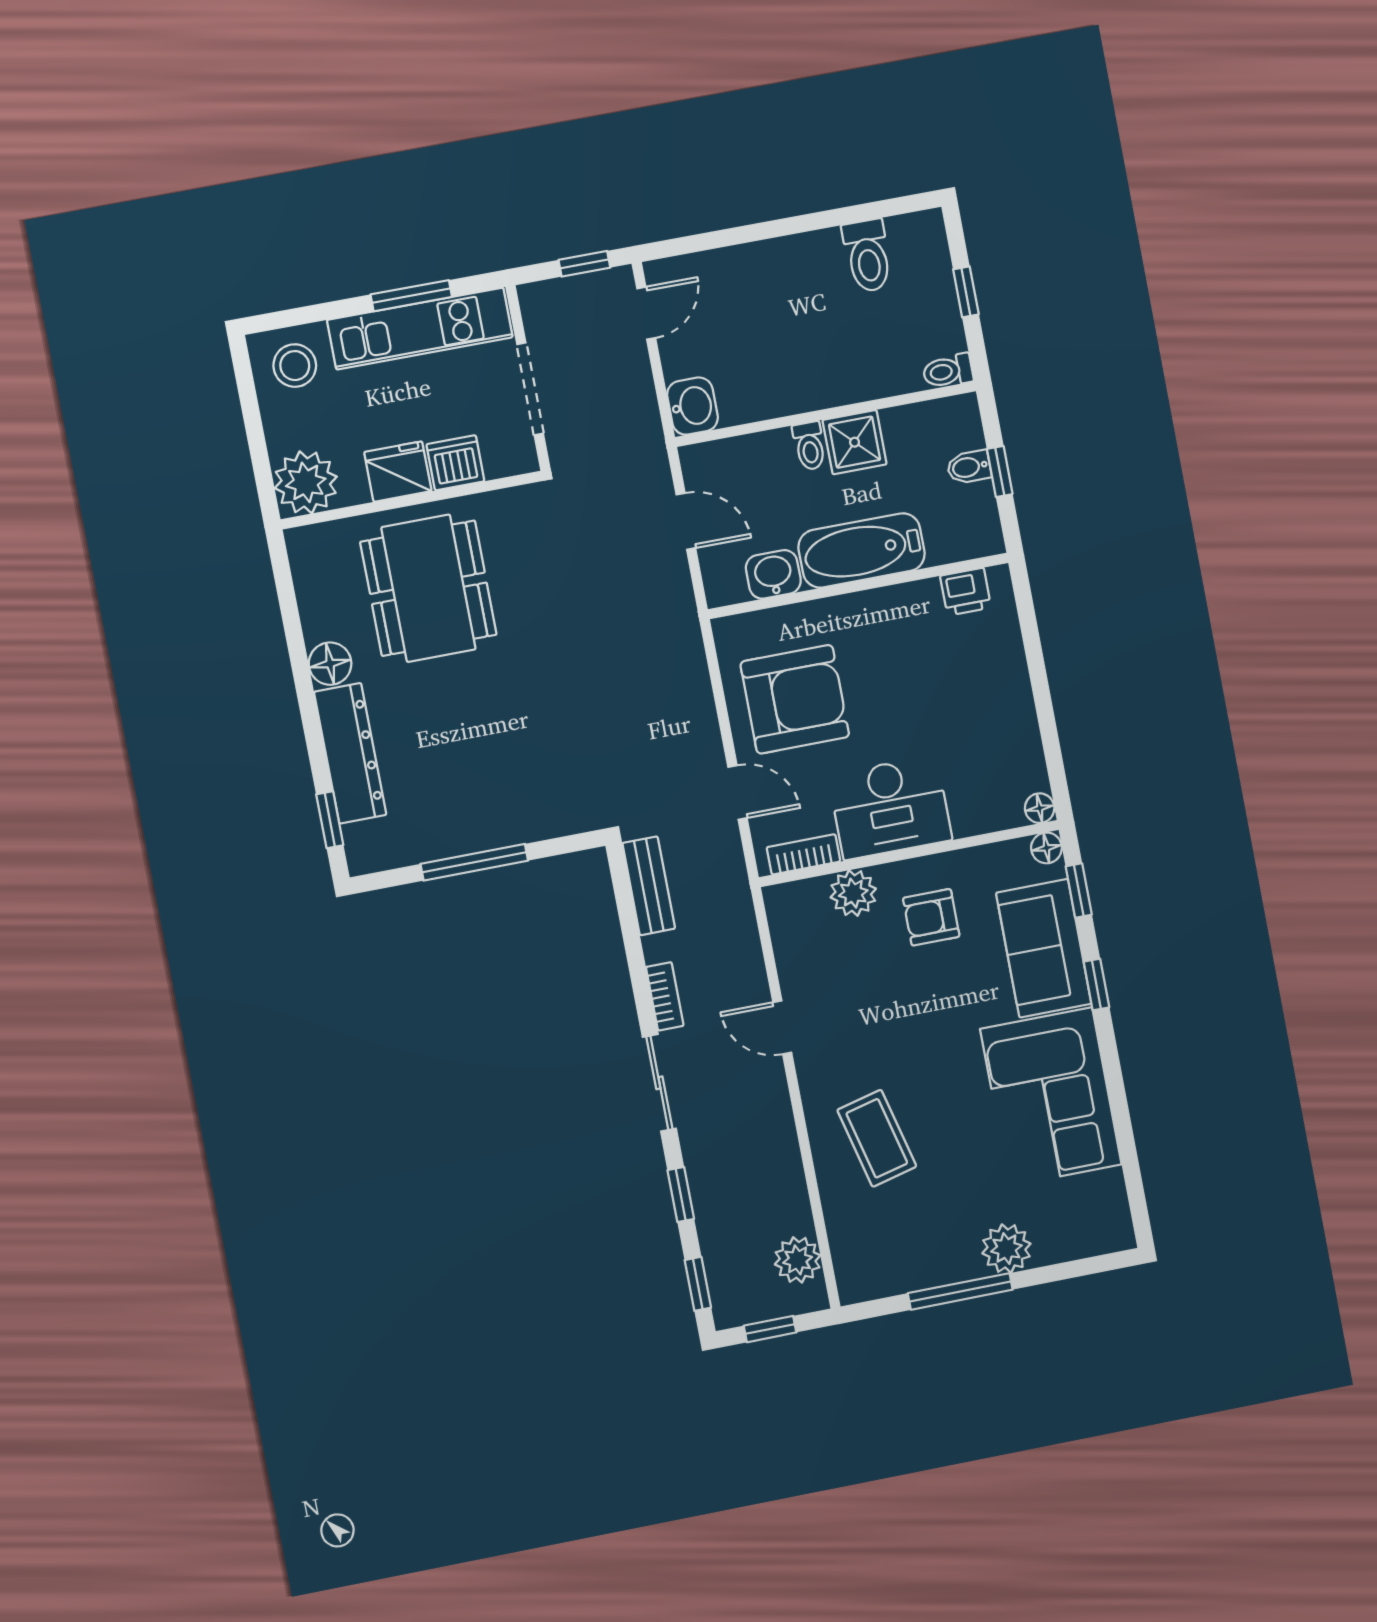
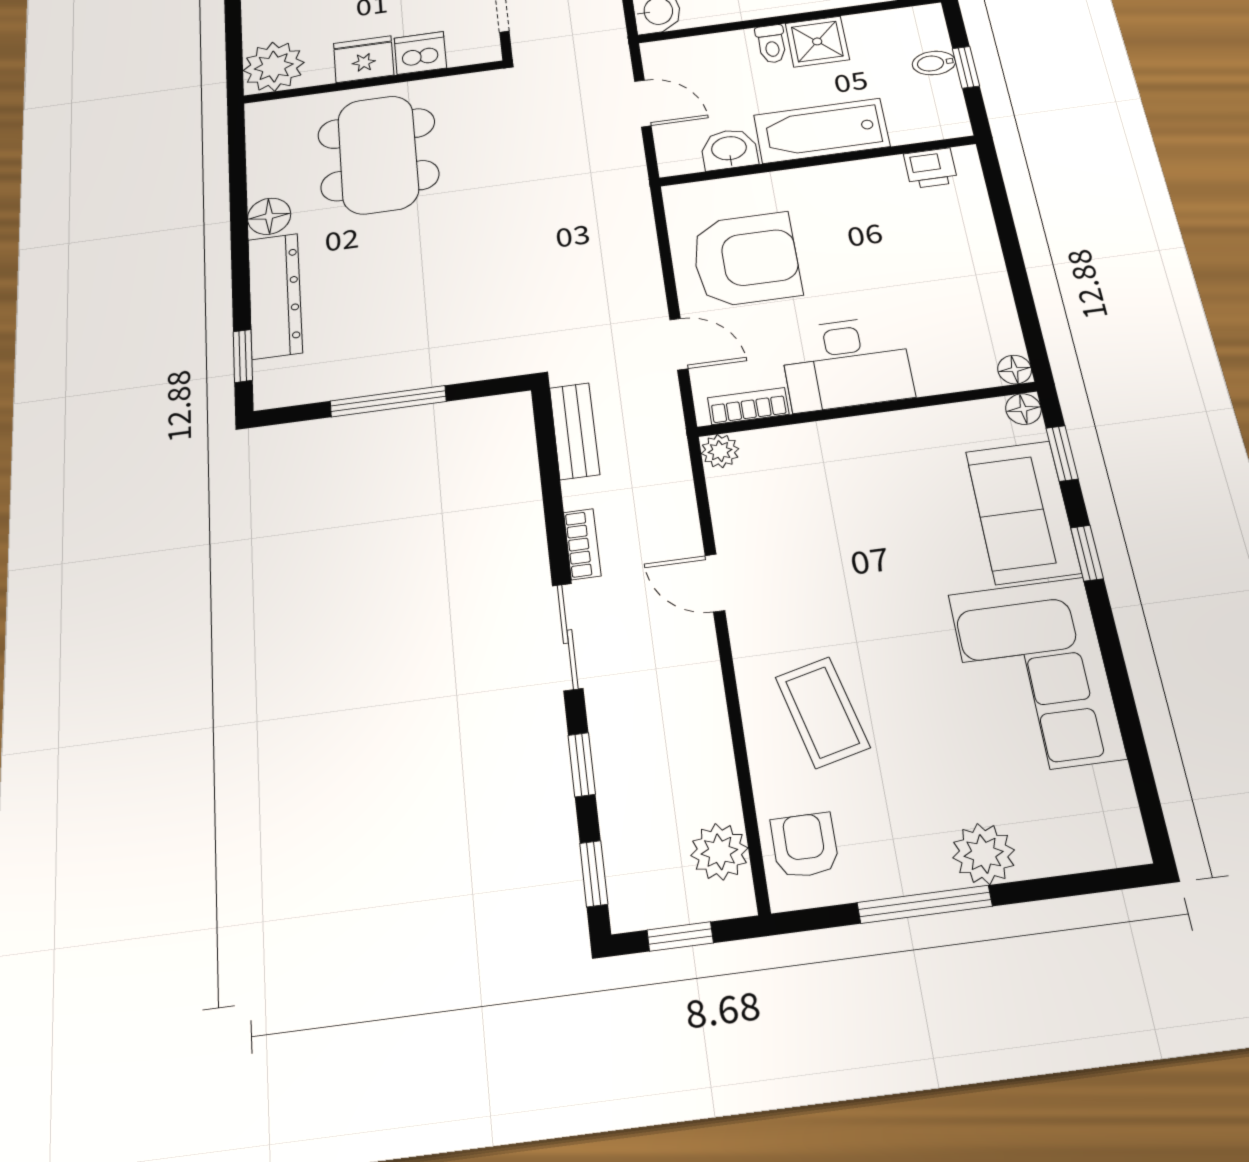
plant: (853, 893) -> (720, 451), moved, width x0.73, depth x0.73
armchair: (931, 917) -> (805, 845), moved, turned 90

